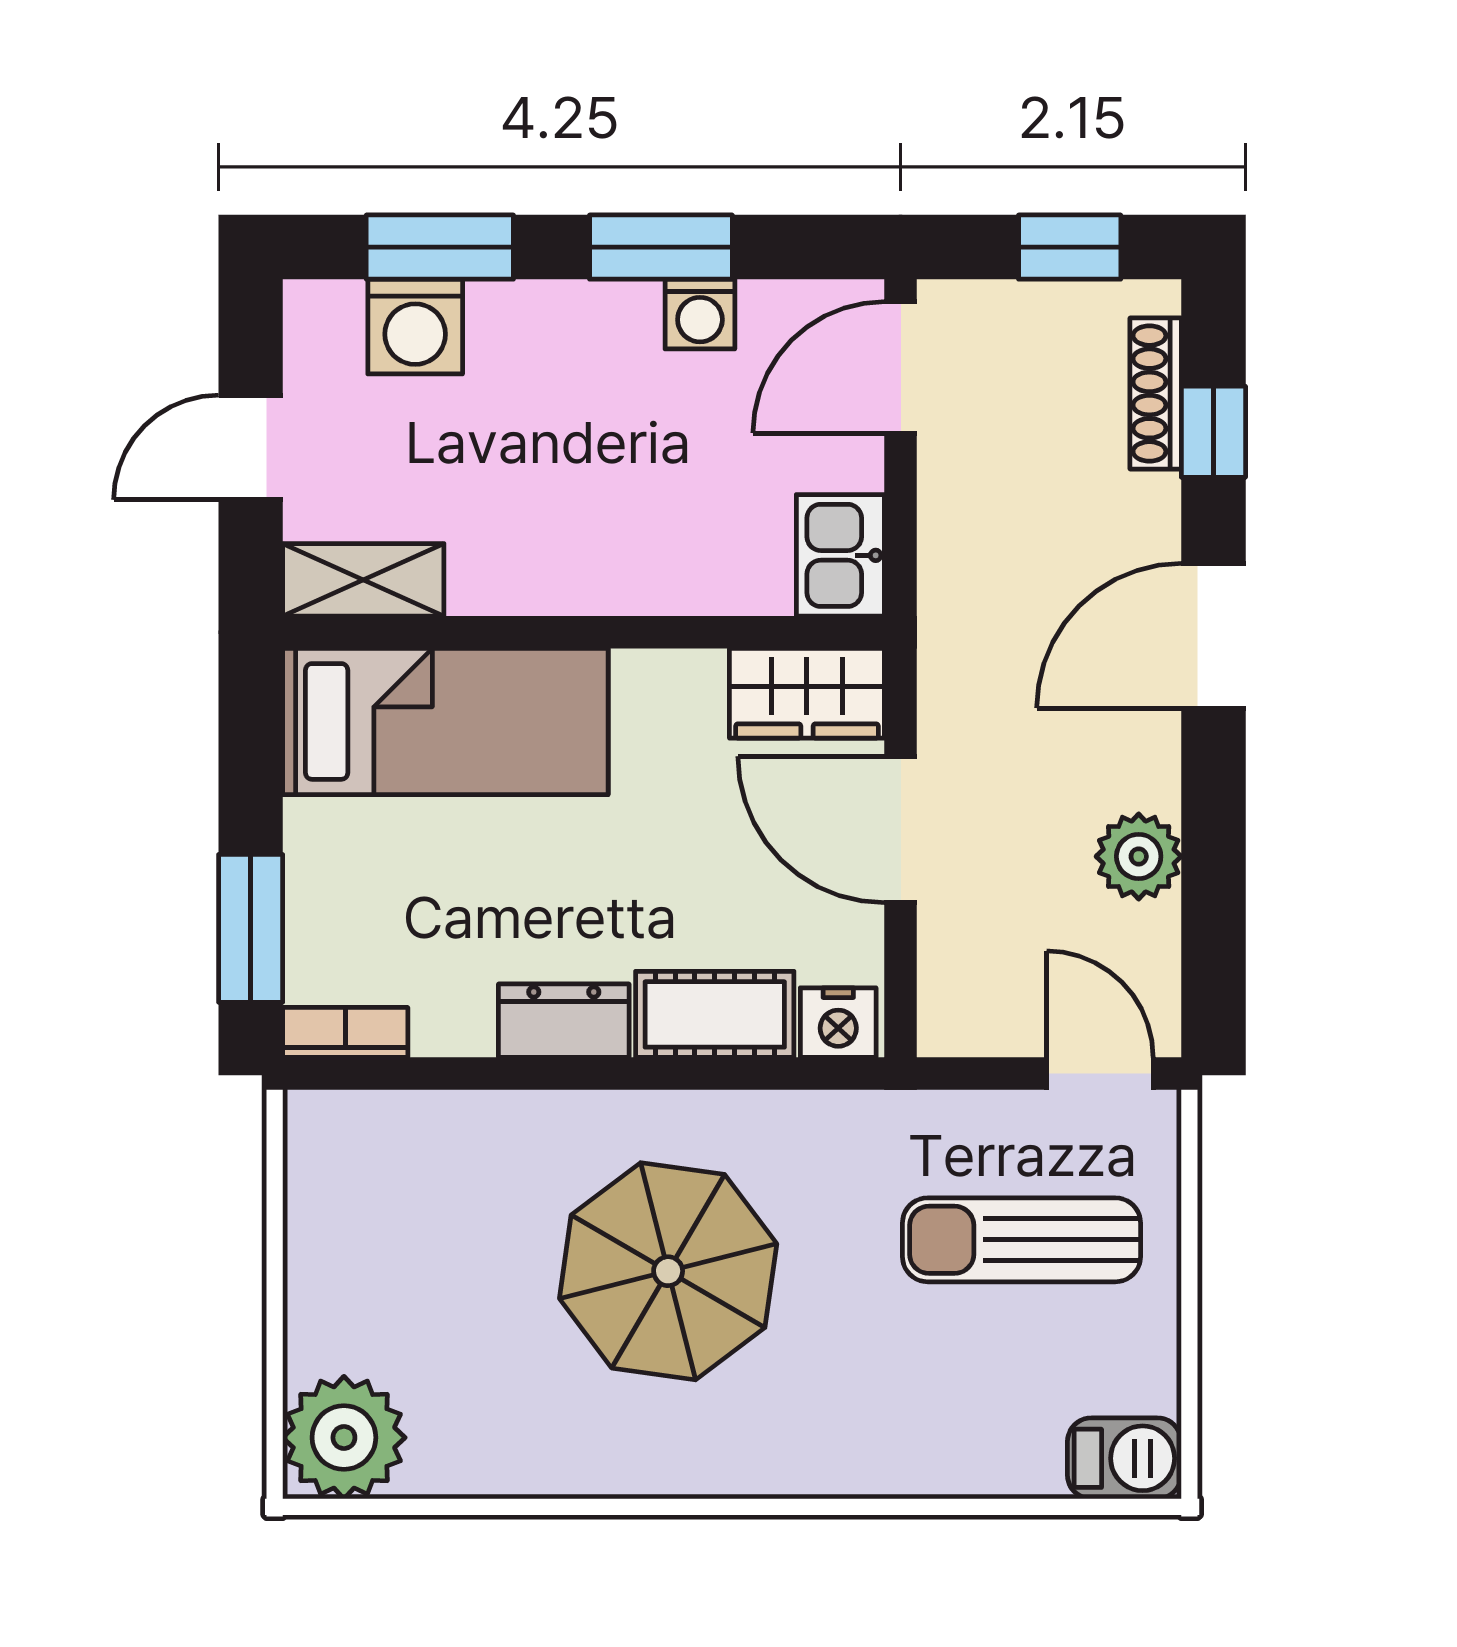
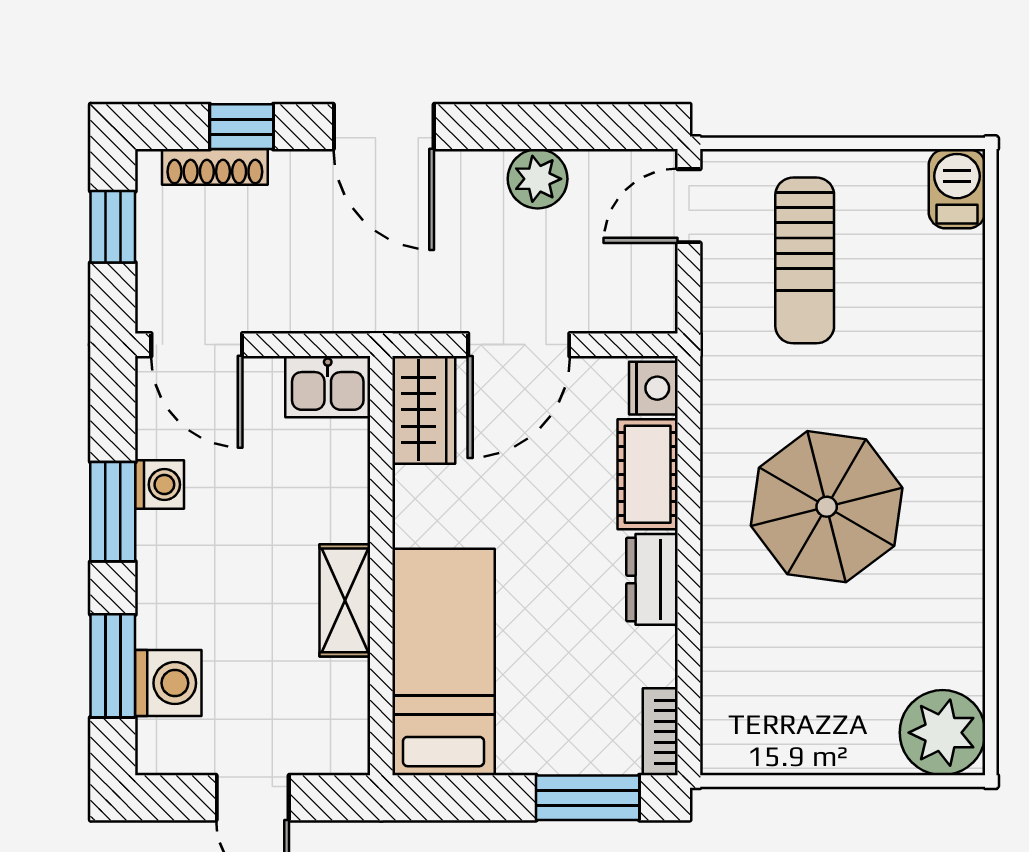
shelving: (363, 580) -> (345, 600), moved

